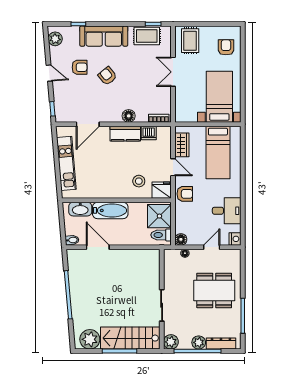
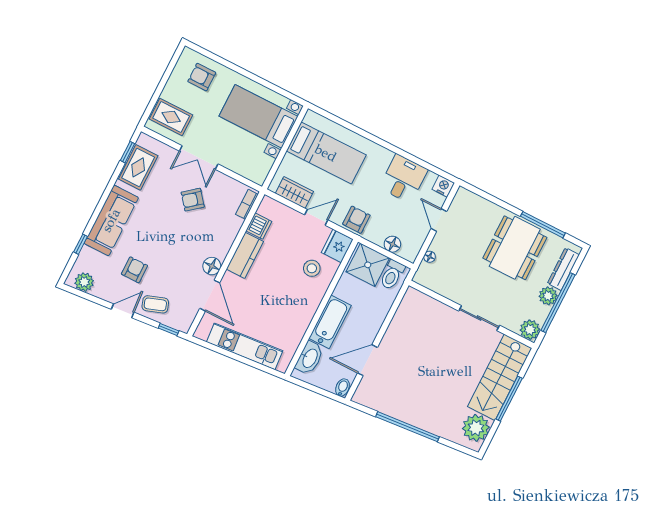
armchair: (107, 76) -> (193, 200), moved
coffee table: (64, 92) -> (155, 304), added
floor lamp: (129, 116) -> (212, 266), moved
floor lamp: (181, 239) -> (392, 244), moved
dining table: (214, 290) -> (515, 248), moved

